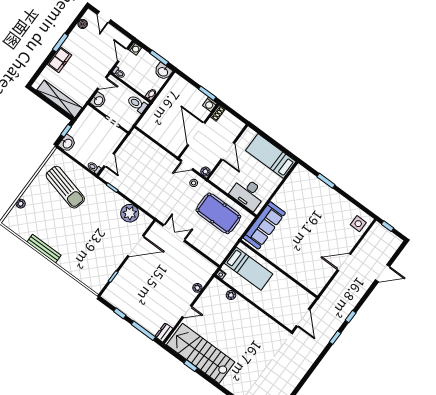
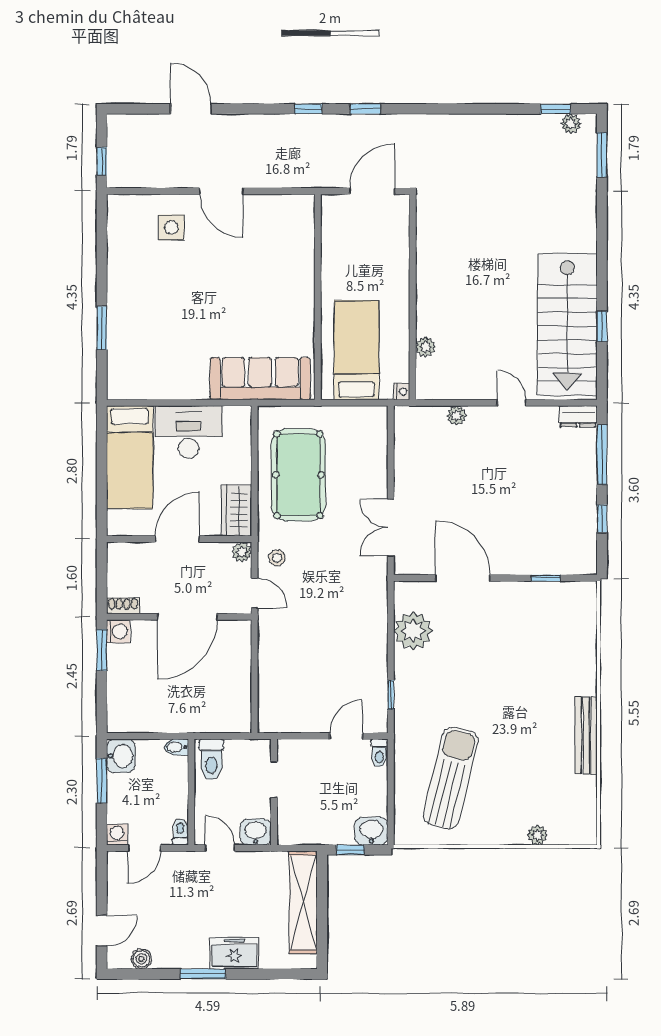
wardrobe: (222, 181) -> (237, 510), added
desk: (248, 193) -> (189, 432), moved, turned -90
side table: (358, 224) -> (171, 227), moved

